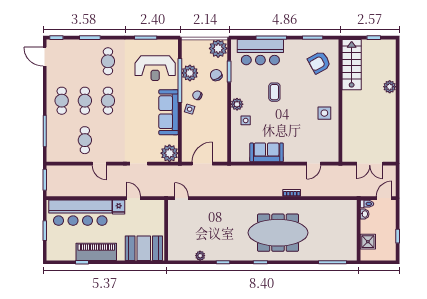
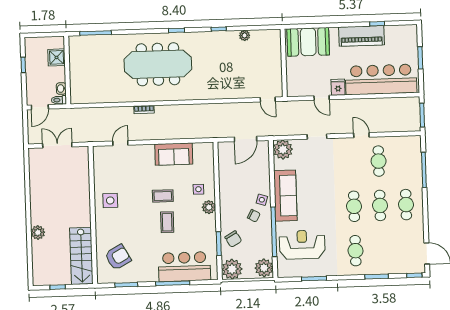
plant: (190, 73) -> (264, 268), moved
coffee table: (277, 115) -> (163, 196), added

